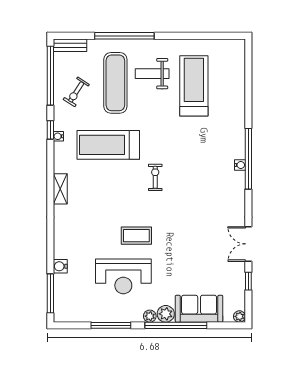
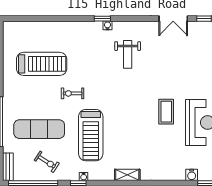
weight bench: (152, 74) -> (128, 54), moved
treadmill: (194, 86) -> (42, 64), turned 180
window: (248, 159) -> (102, 19), width x0.32
exercise bike: (155, 177) -> (73, 93), moved

